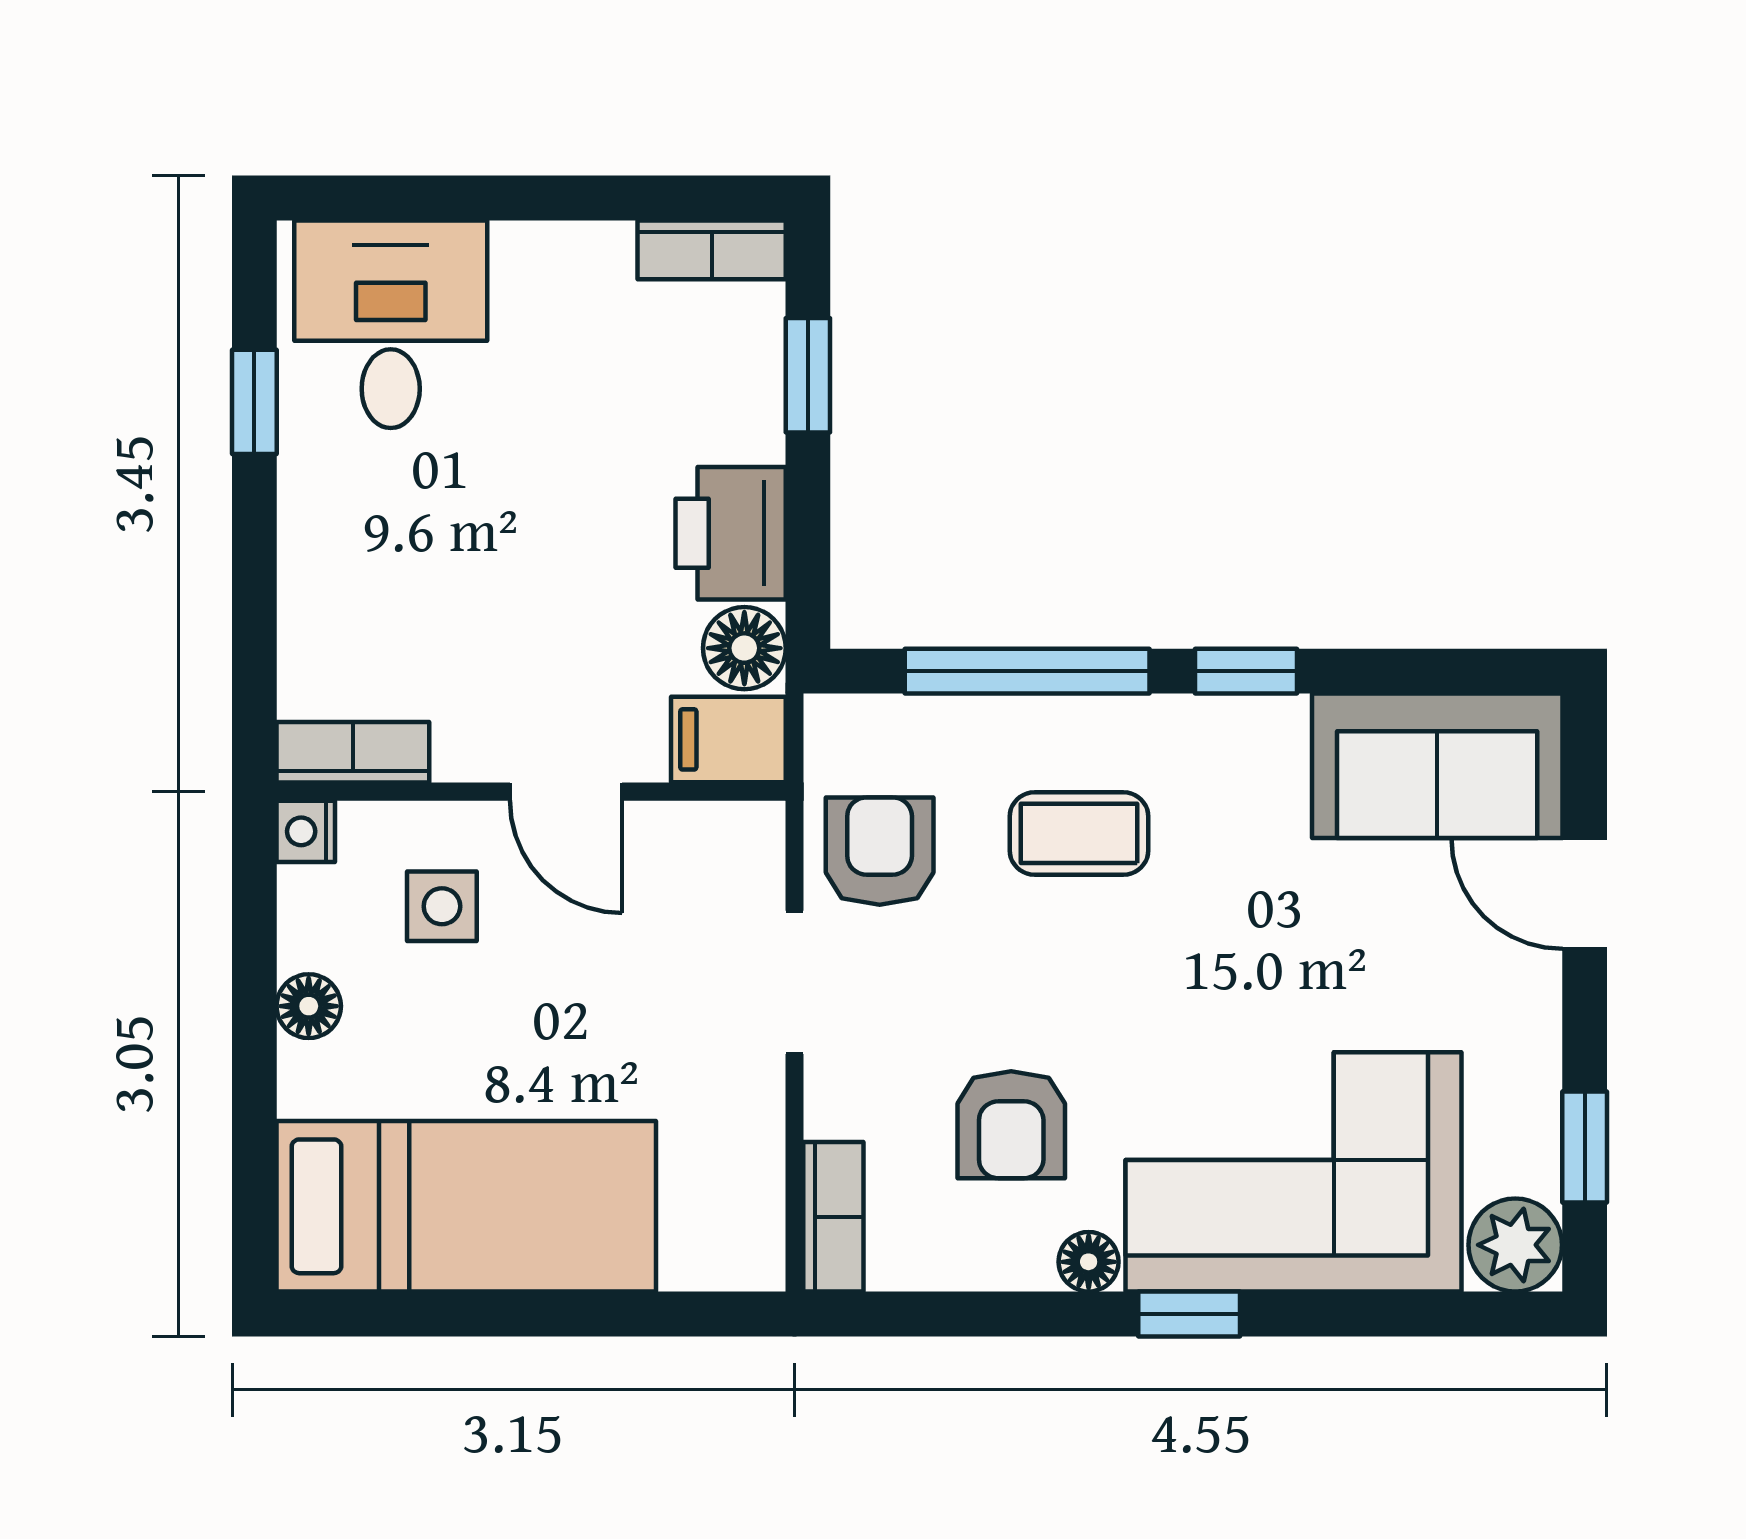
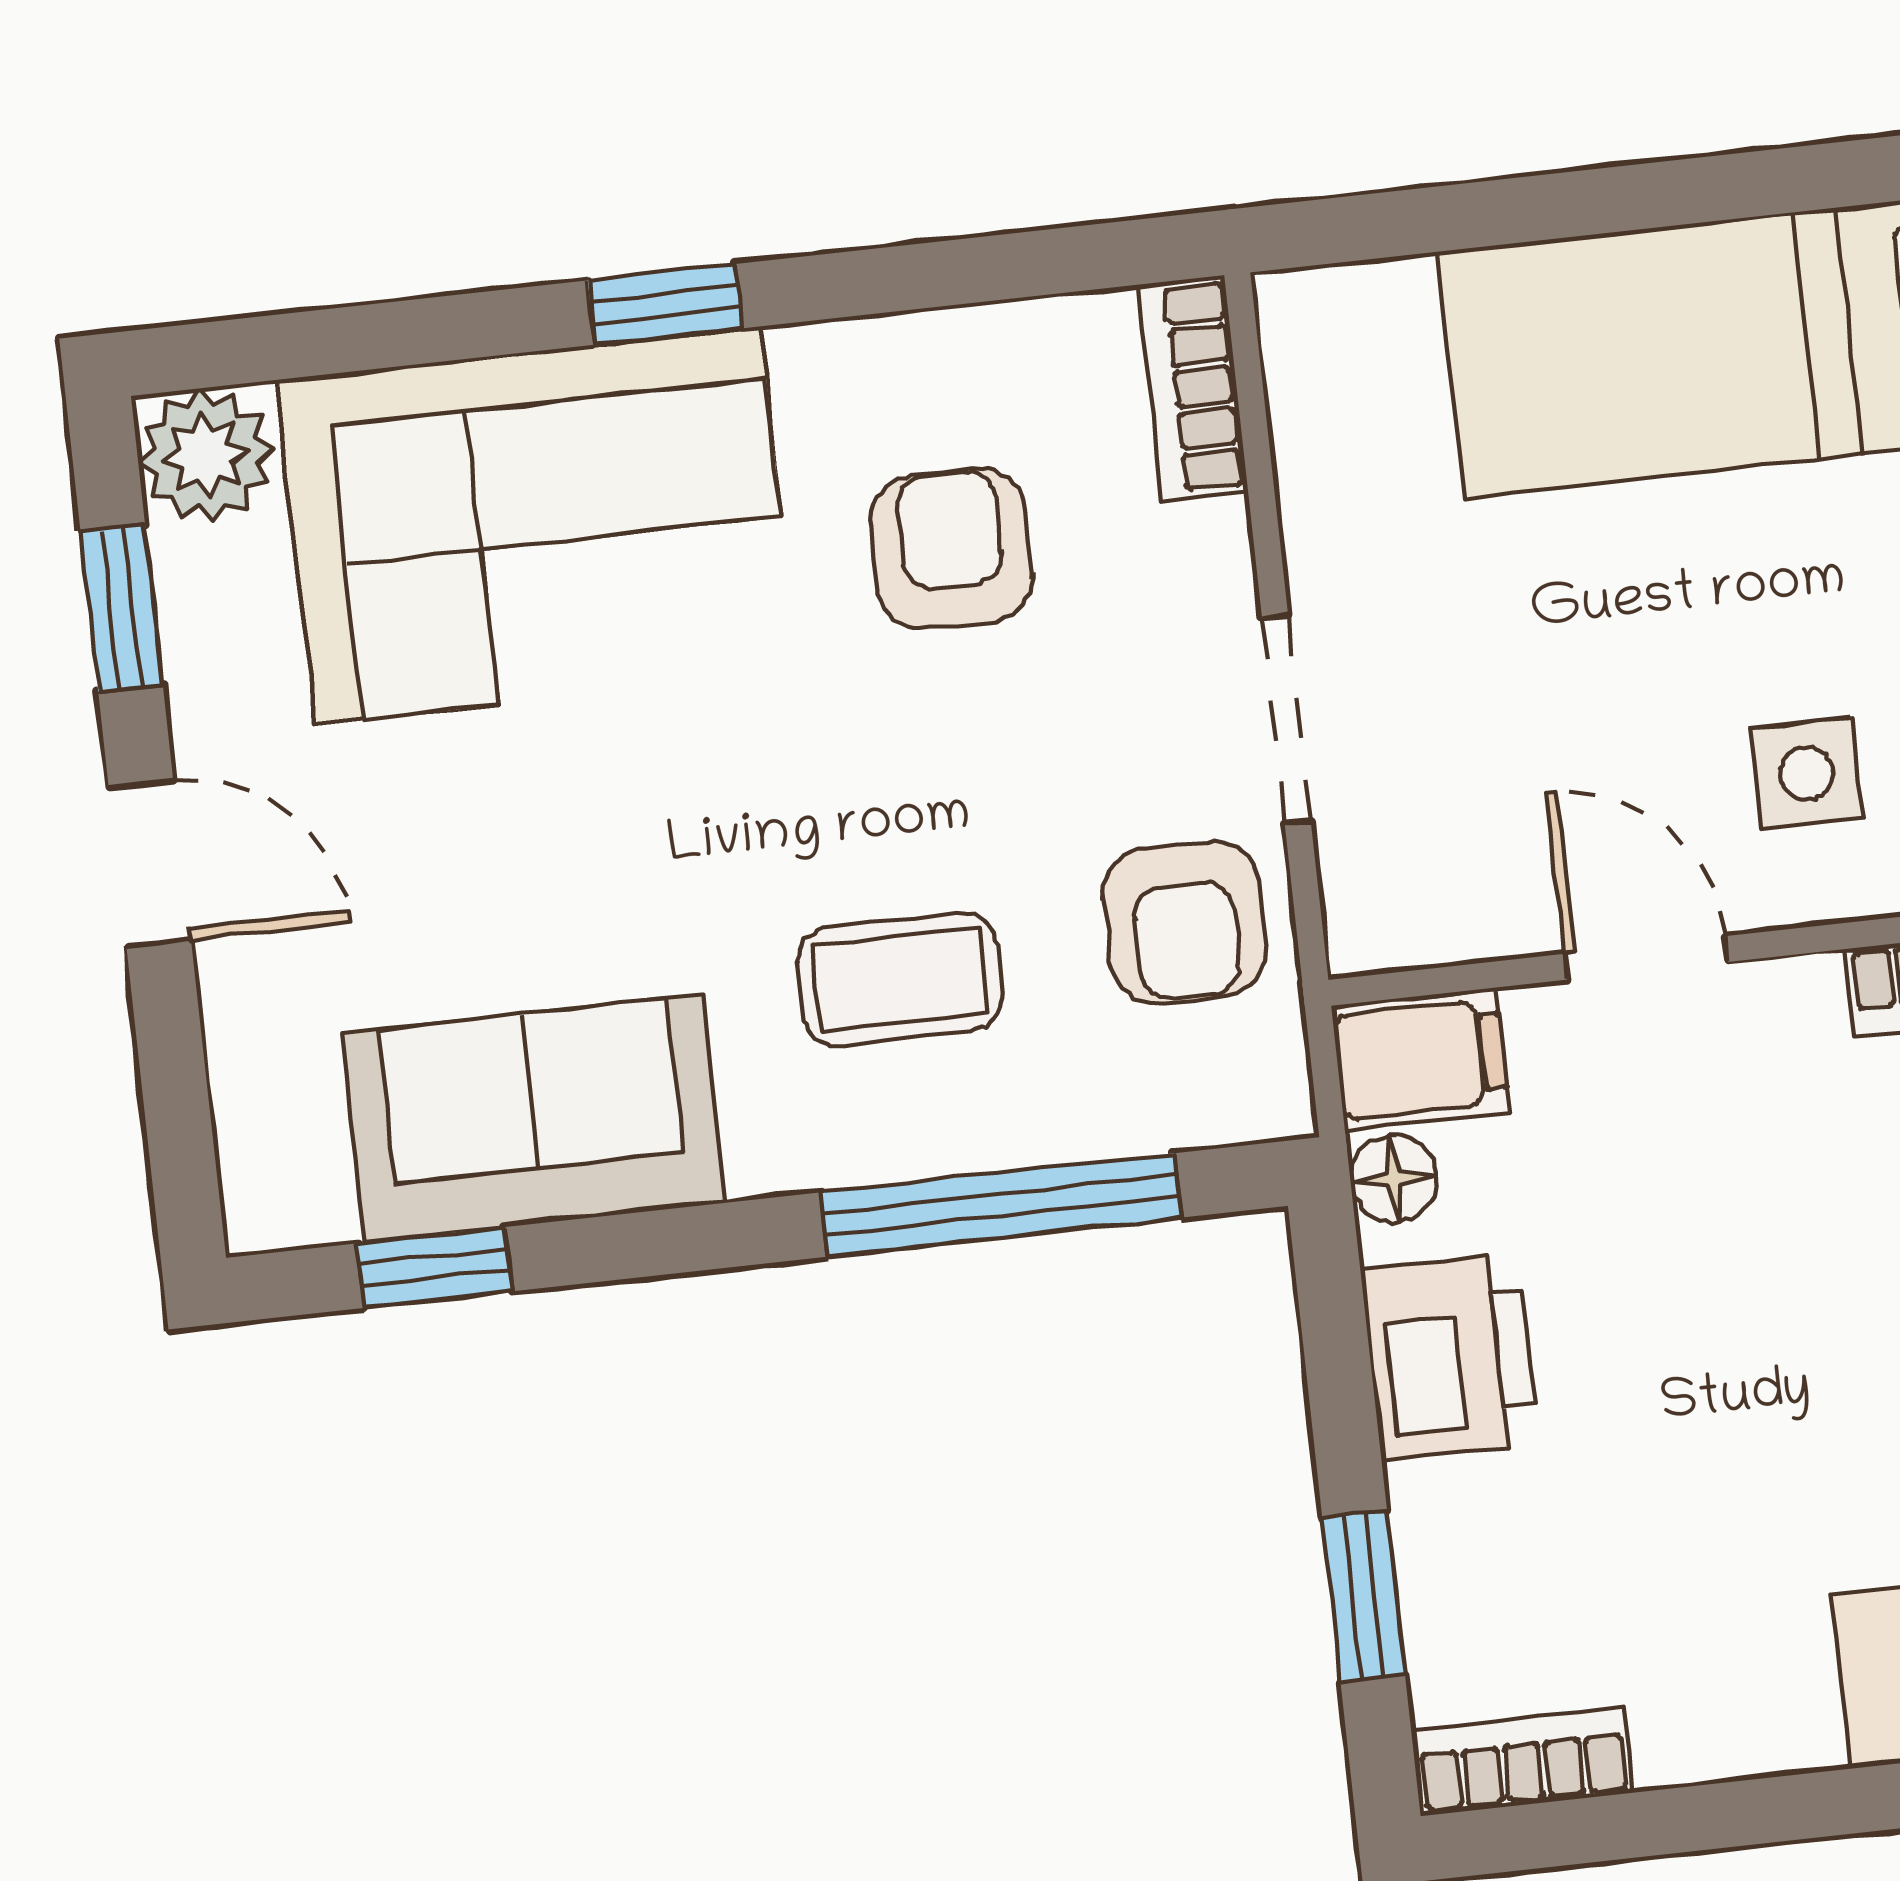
floor lamp: (744, 648) -> (1394, 1179), width x0.73, depth x0.73
window: (1246, 671) -> (434, 1267), moved
sofa: (1437, 766) -> (533, 1118), moved
door: (1585, 894) -> (150, 864), moved
floor lamp: (1089, 1262) -> (818, 364), removed

